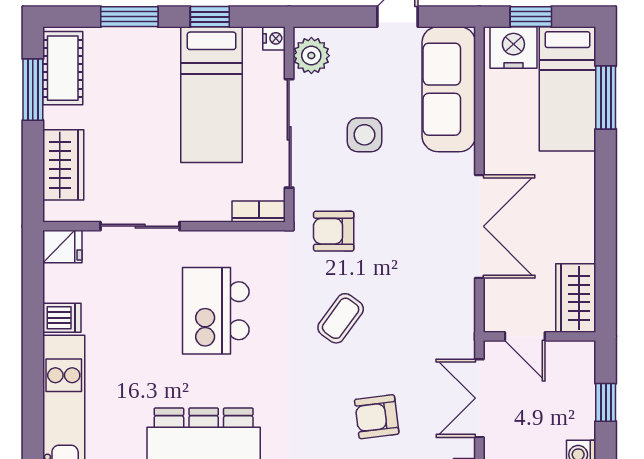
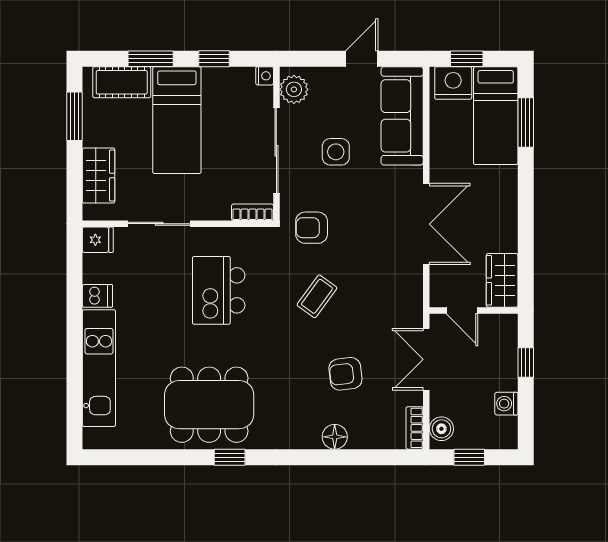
cot: (63, 68) -> (122, 82), moved, turned 90
bed: (212, 95) -> (177, 120), moved

